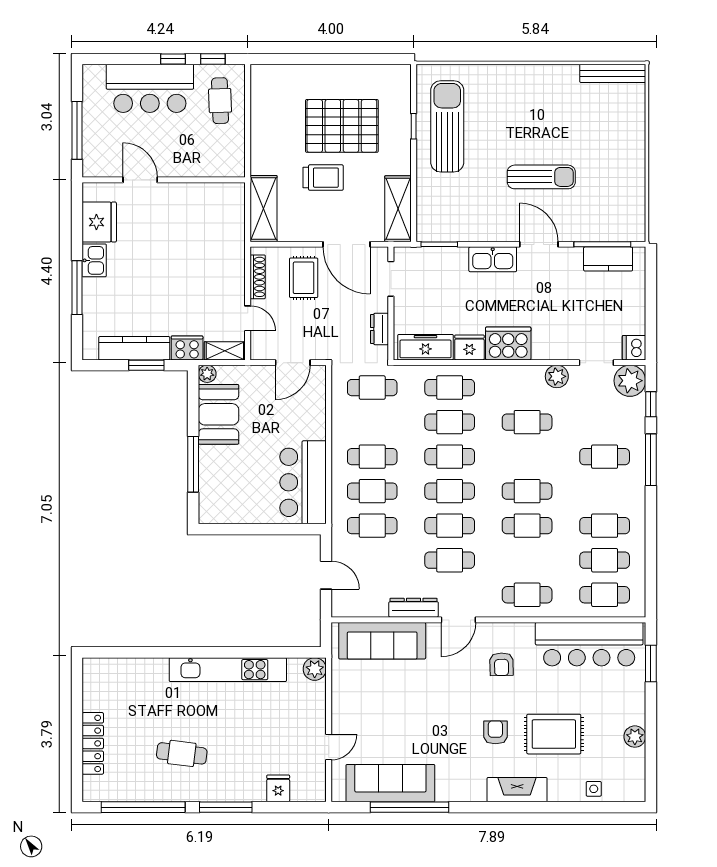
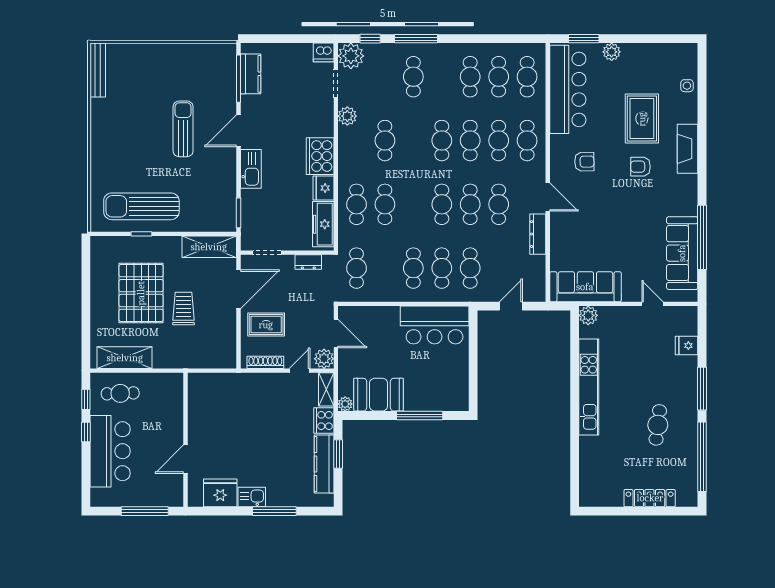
shelving: (264, 209) -> (125, 358), moved
plant: (262, 348) -> (324, 359), added
cafe table: (450, 457) -> (499, 141), moved
sofa: (382, 641) -> (585, 287), moved, turned -90
plant: (635, 737) -> (612, 52), moved

